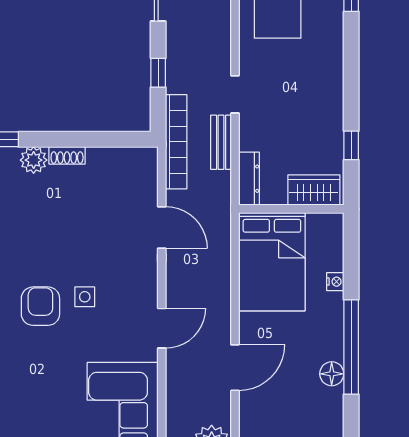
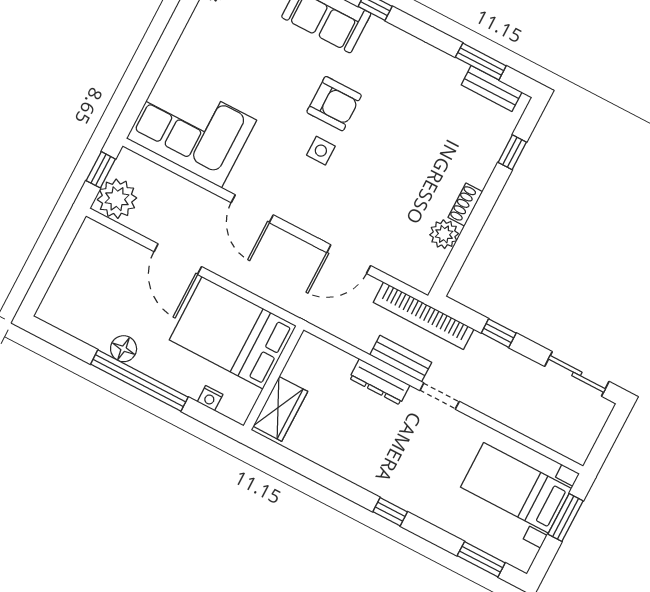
window: (351, 145) -> (390, 512), moved
plant: (34, 160) -> (444, 234), moved
dresser: (249, 179) -> (380, 382), moved
wardrobe: (314, 190) -> (280, 409), moved
wall: (291, 209) -> (274, 378), moved
bed: (272, 262) -> (233, 333), moved

